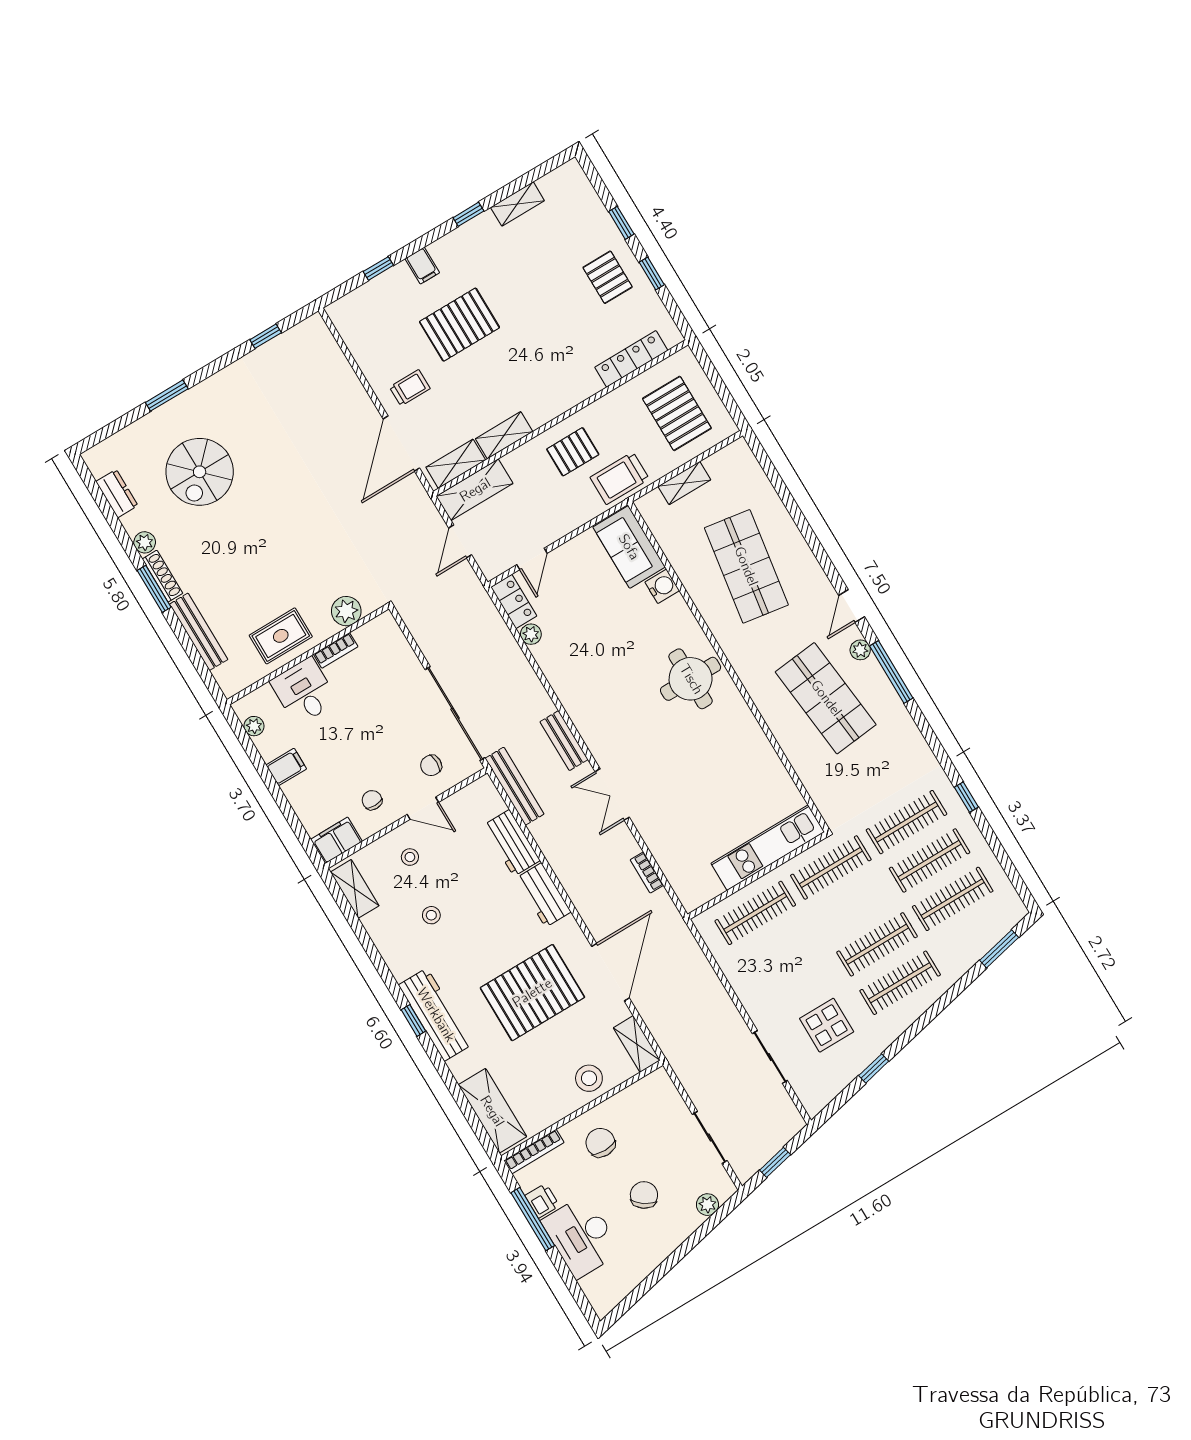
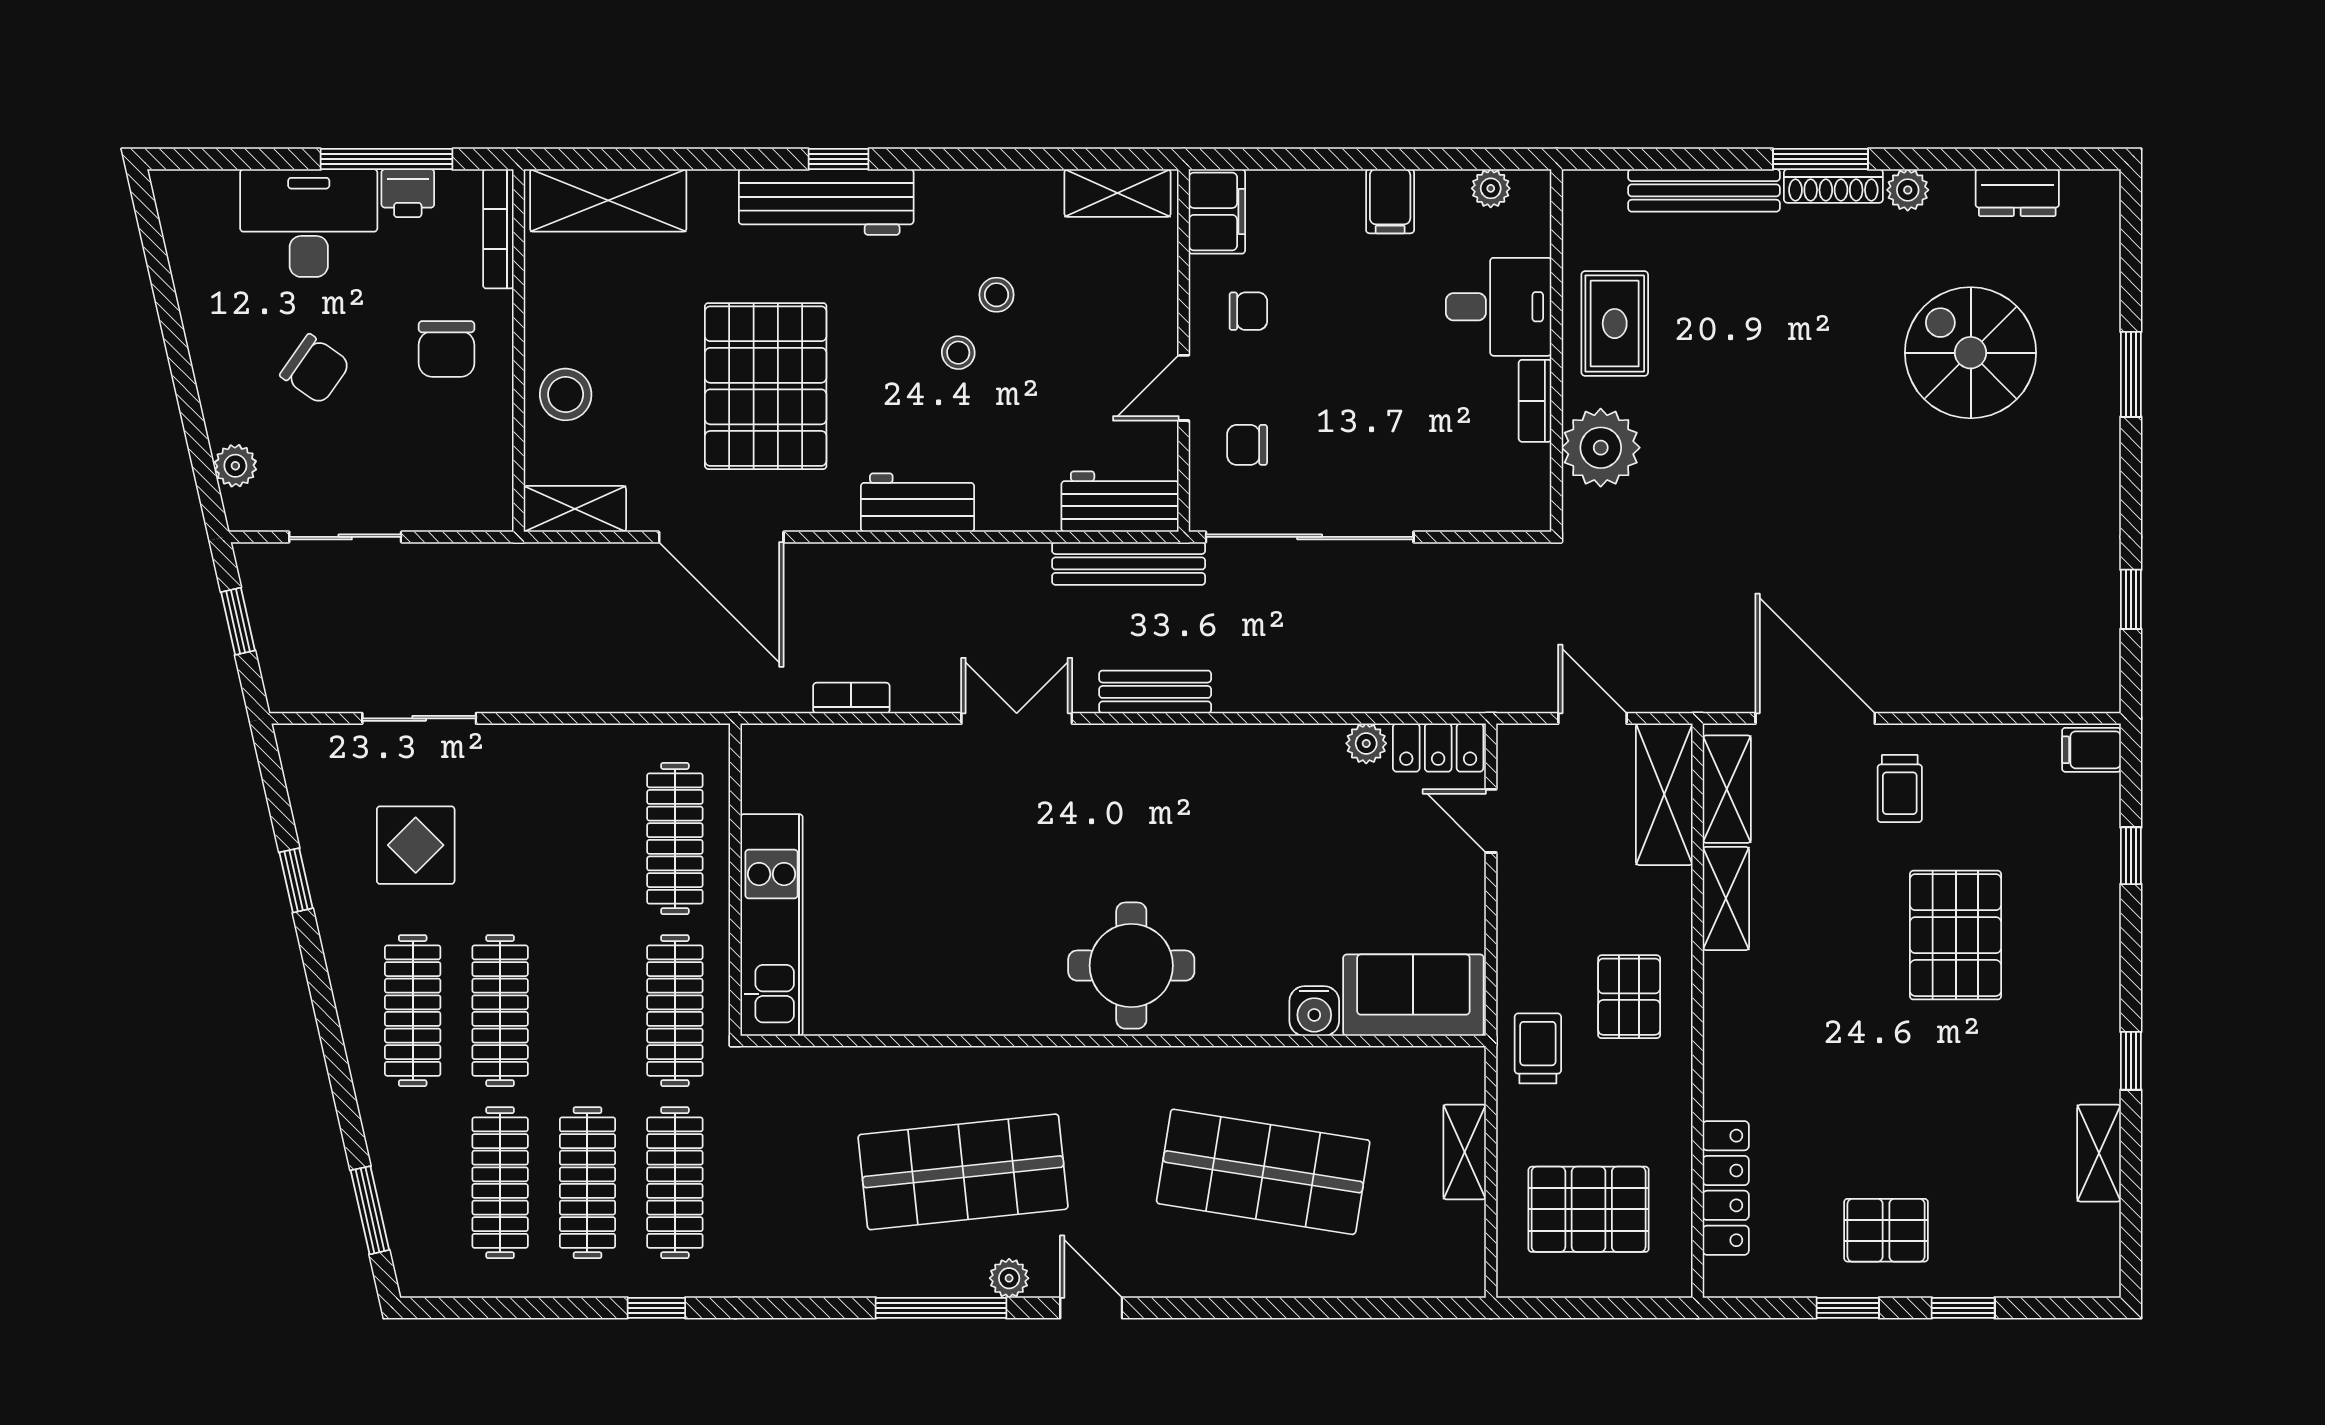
filing cabinet: (422, 266) -> (2091, 750), moved
trolley: (620, 478) -> (1538, 1048), width x0.73, depth x0.72
plant: (346, 611) -> (1601, 448), width x1.36, depth x1.36
chair: (431, 765) -> (1247, 445), turned -90
workbench: (512, 843) -> (1120, 502), moved
stool: (410, 857) -> (958, 353), moved
chair: (600, 1143) -> (446, 349), turned 90

